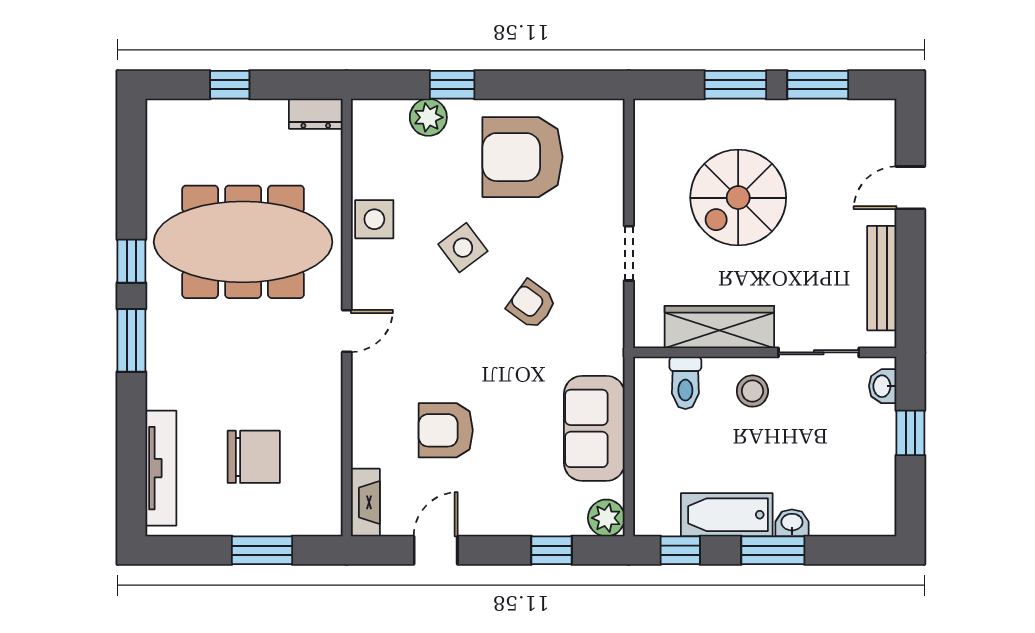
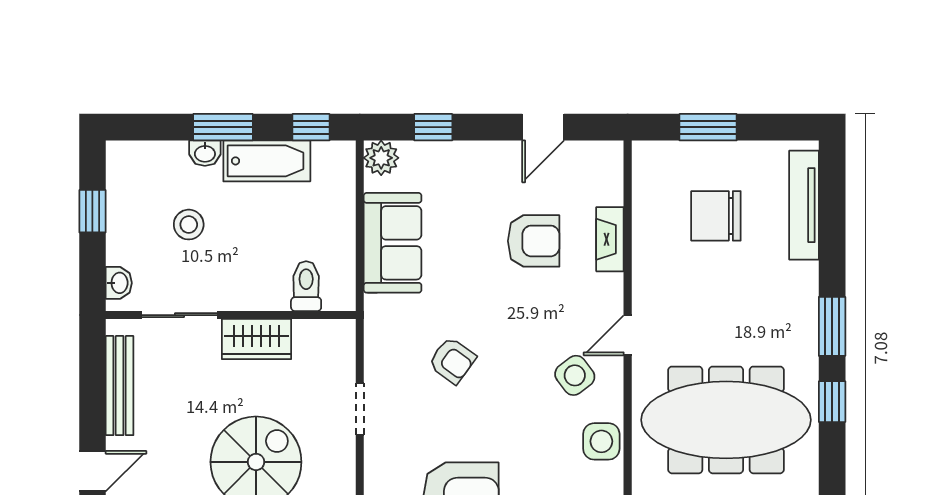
side table: (463, 248) -> (575, 375), moved
wardrobe: (719, 327) -> (257, 339), width x0.67
stool: (752, 391) -> (189, 225), moved
window: (910, 433) -> (92, 211), moved
fireplace: (365, 502) -> (610, 239), moved

